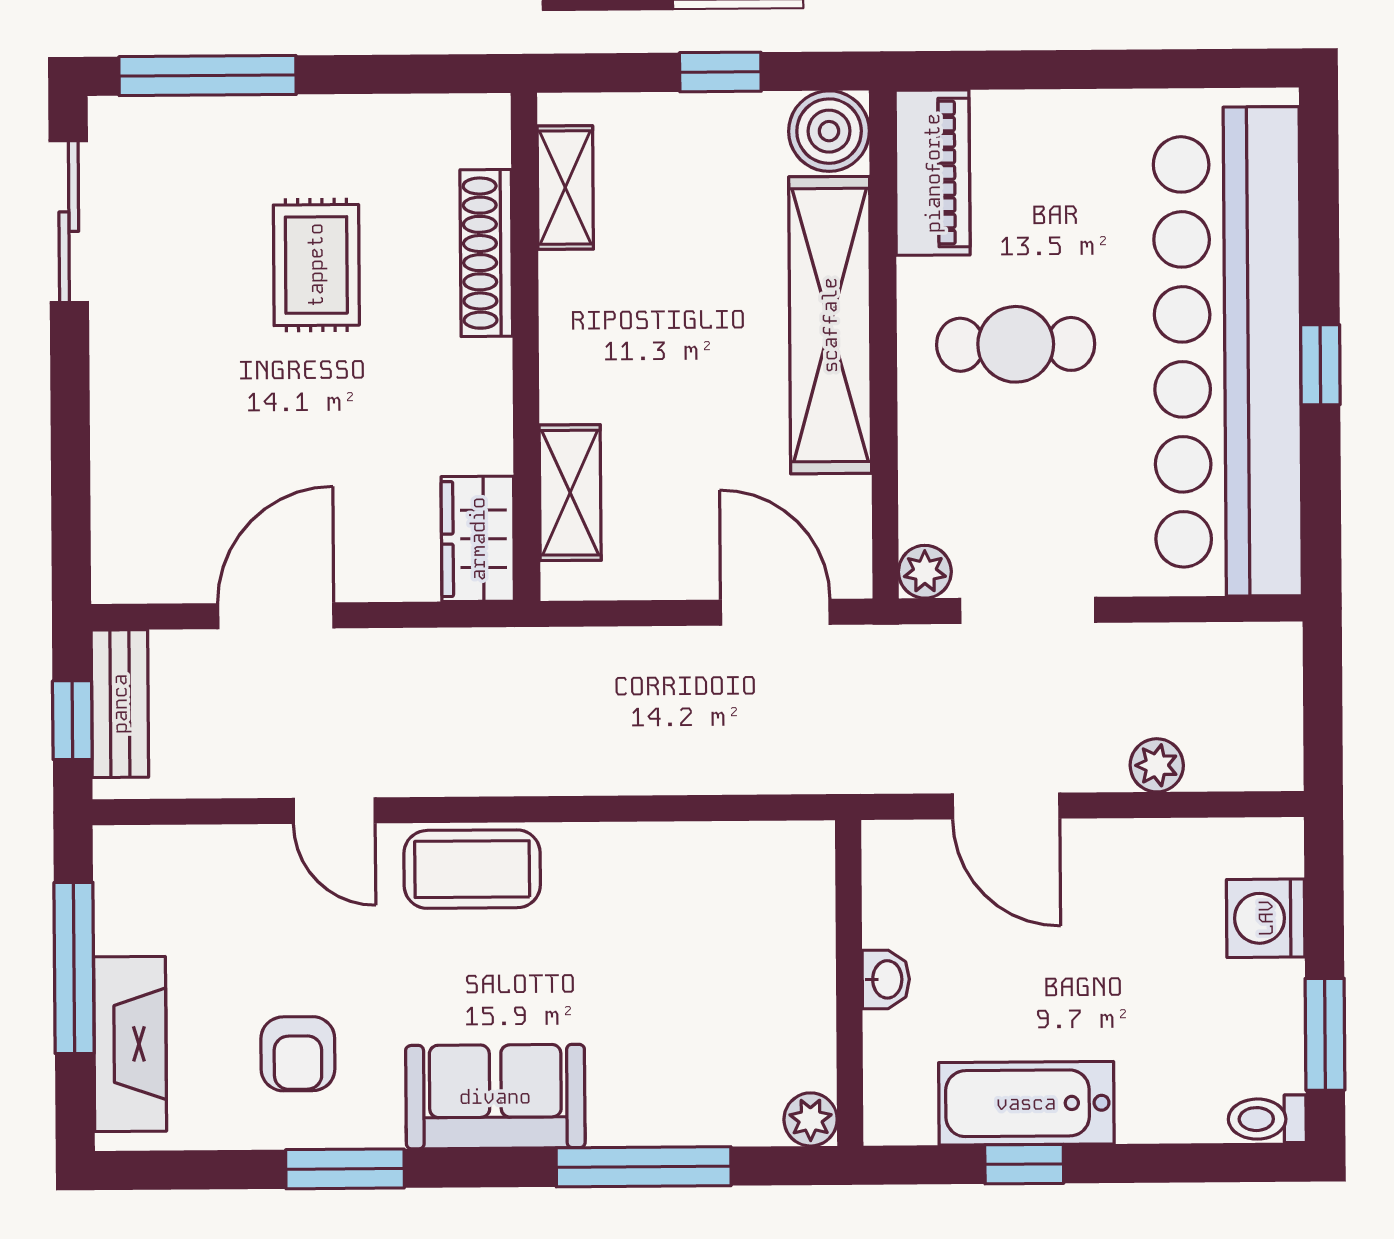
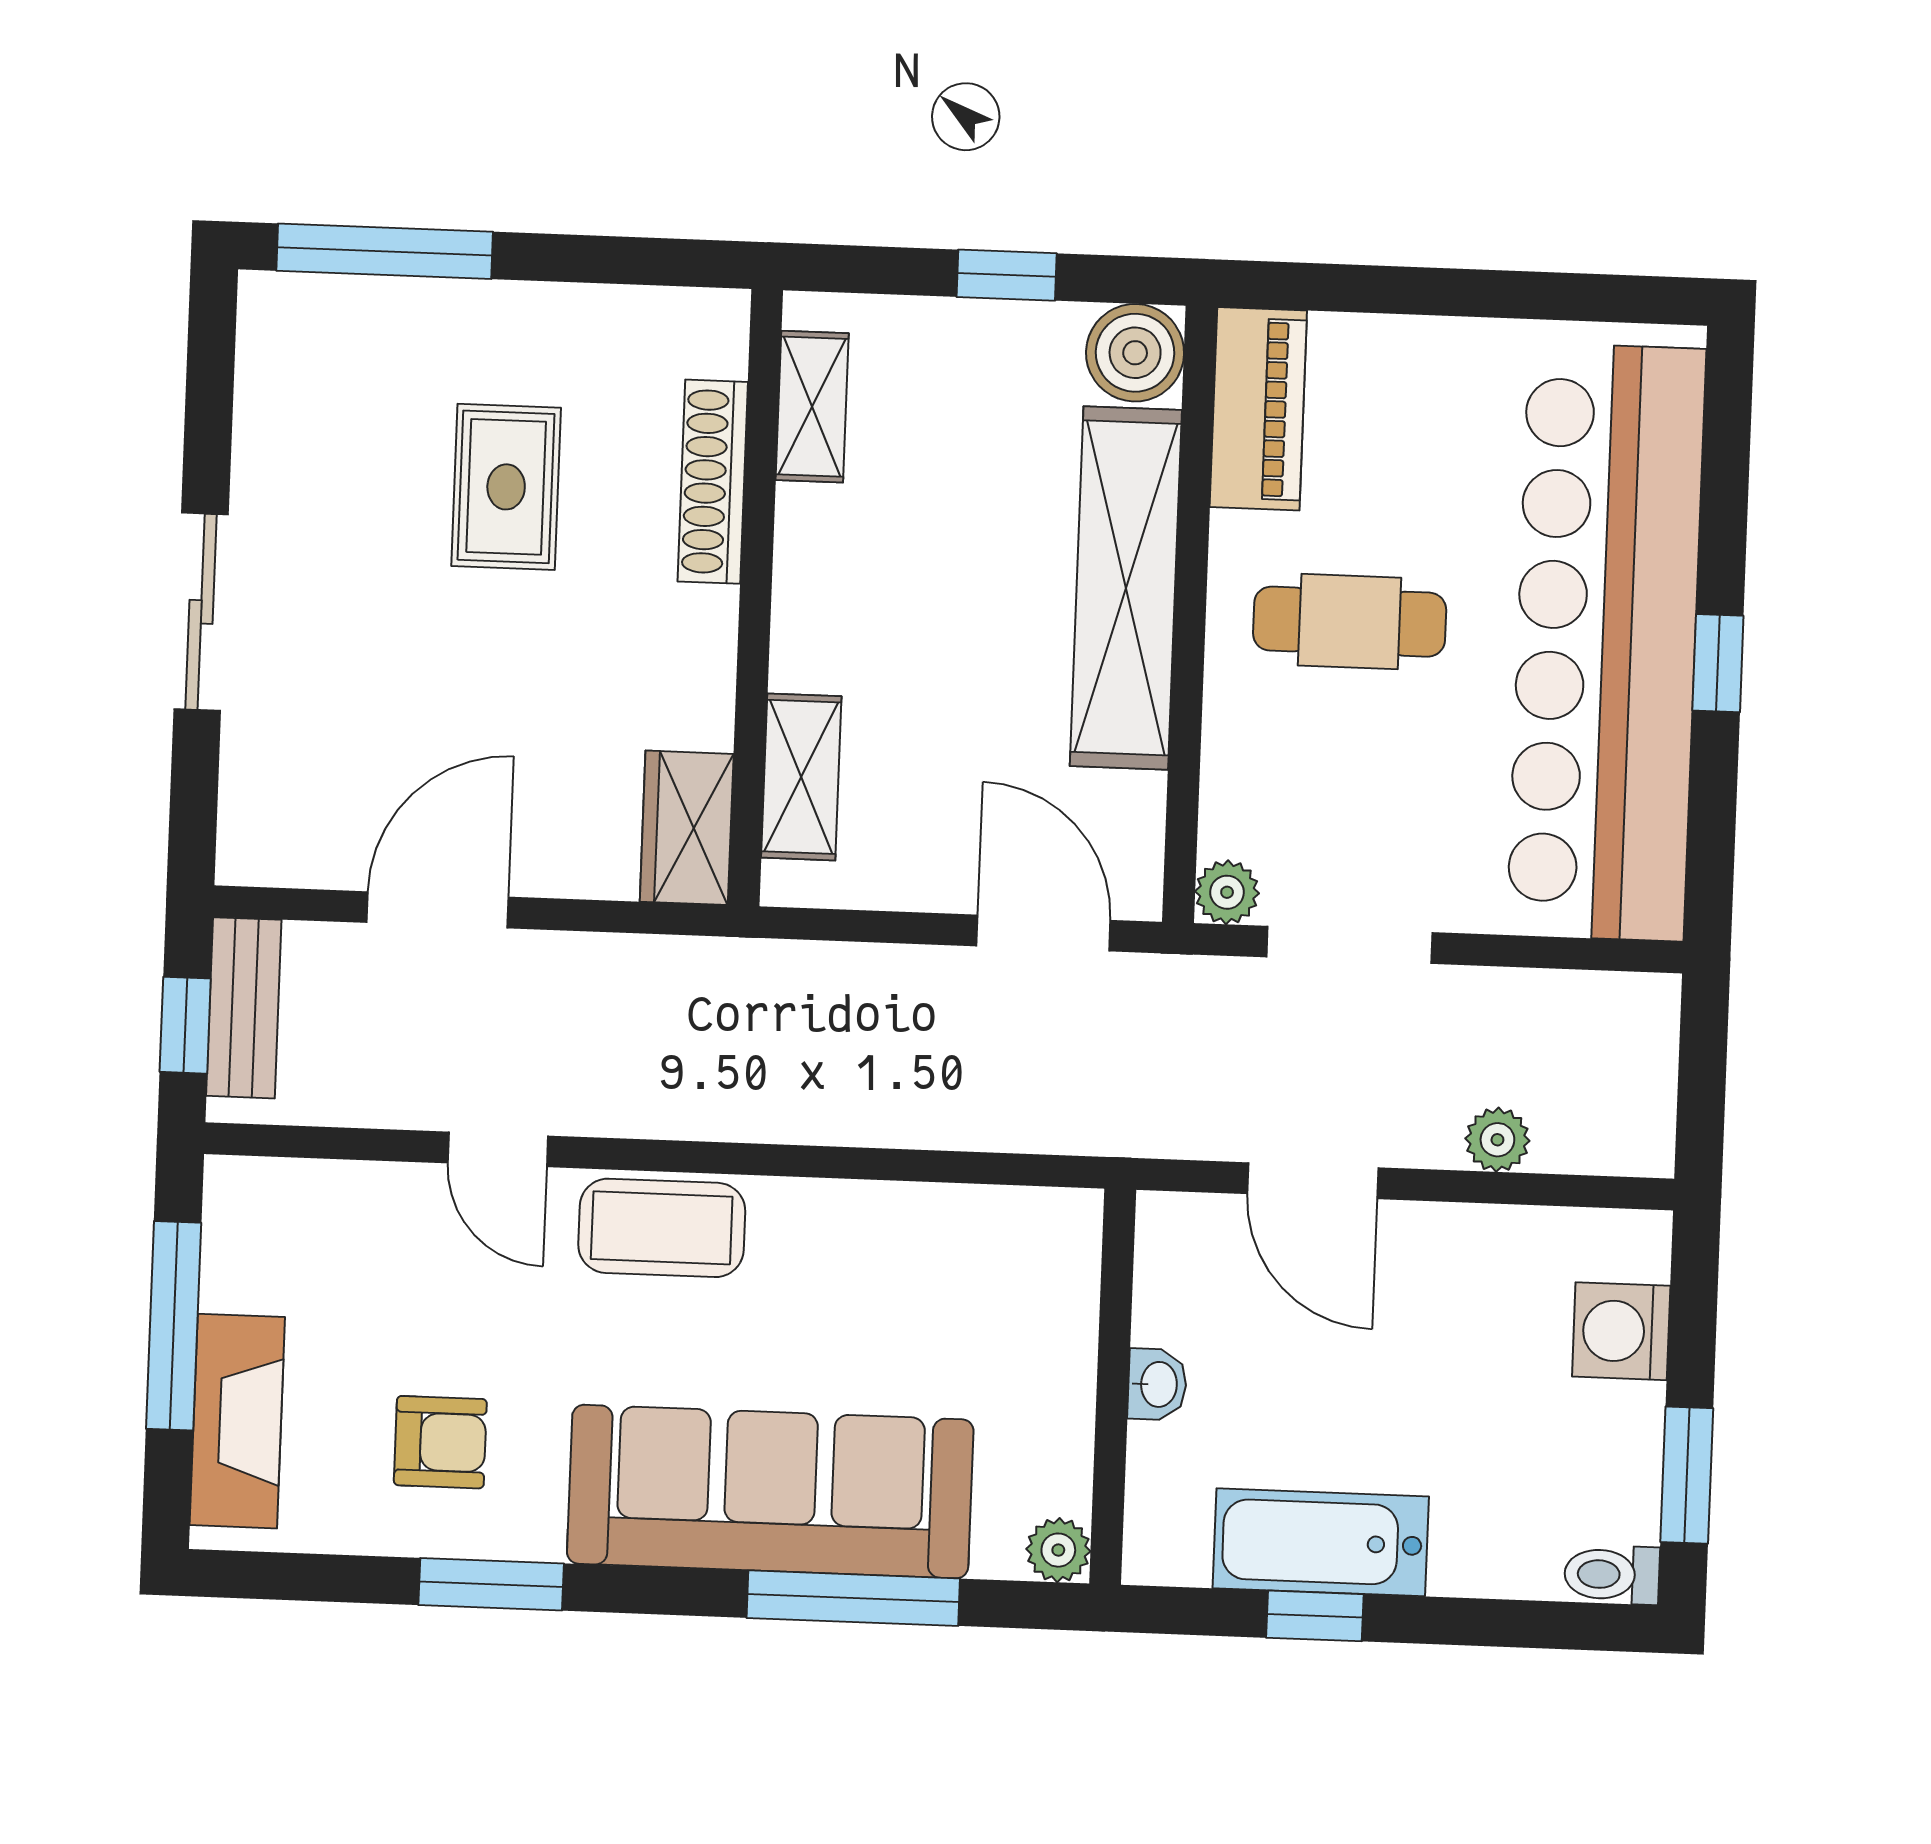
sliding door: (69, 222) -> (201, 612), moved
armchair: (298, 1054) -> (440, 1442), turned -90
sofa: (495, 1097) -> (770, 1492), width x1.85, depth x1.27

